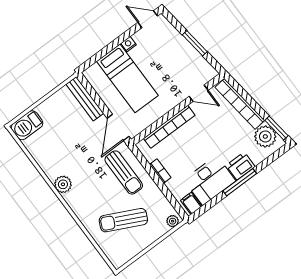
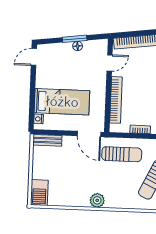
nightstand: (129, 44) -> (39, 119), moved
floor lamp: (190, 51) -> (78, 46), added
bench: (85, 99) -> (47, 140), width x0.73

